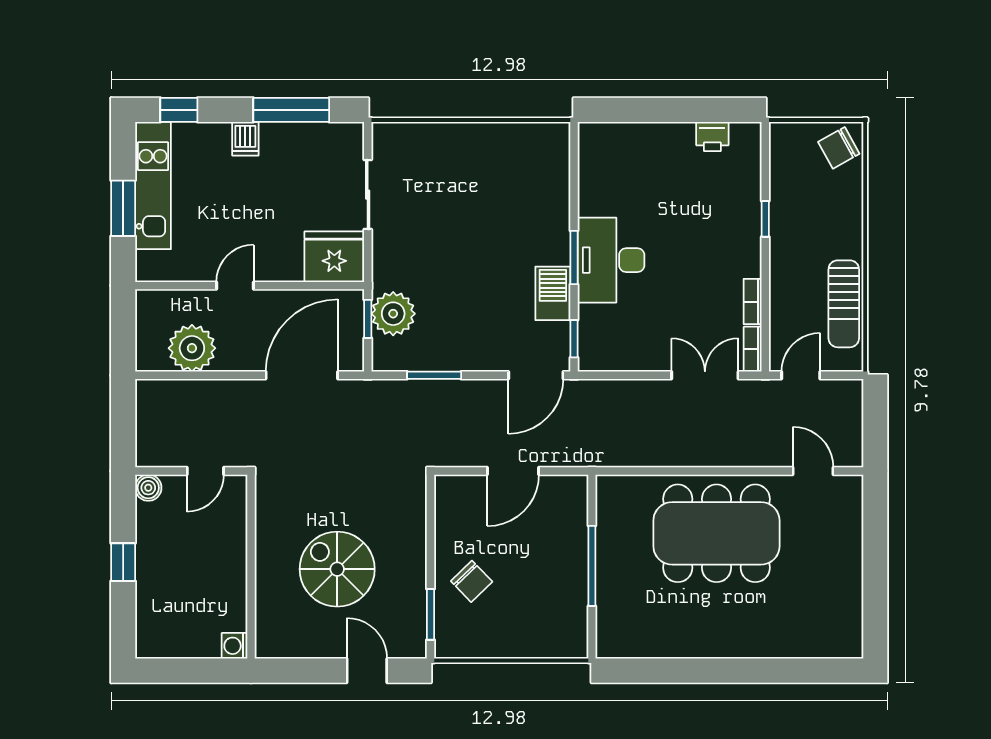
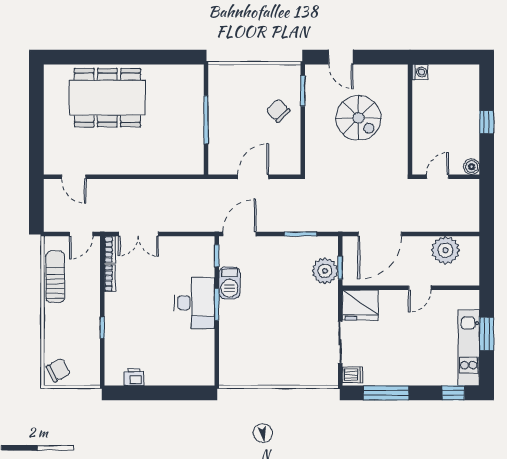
dishwasher: (245, 139) -> (353, 375), moved, turned 90
dining table: (716, 533) -> (107, 98), moved

